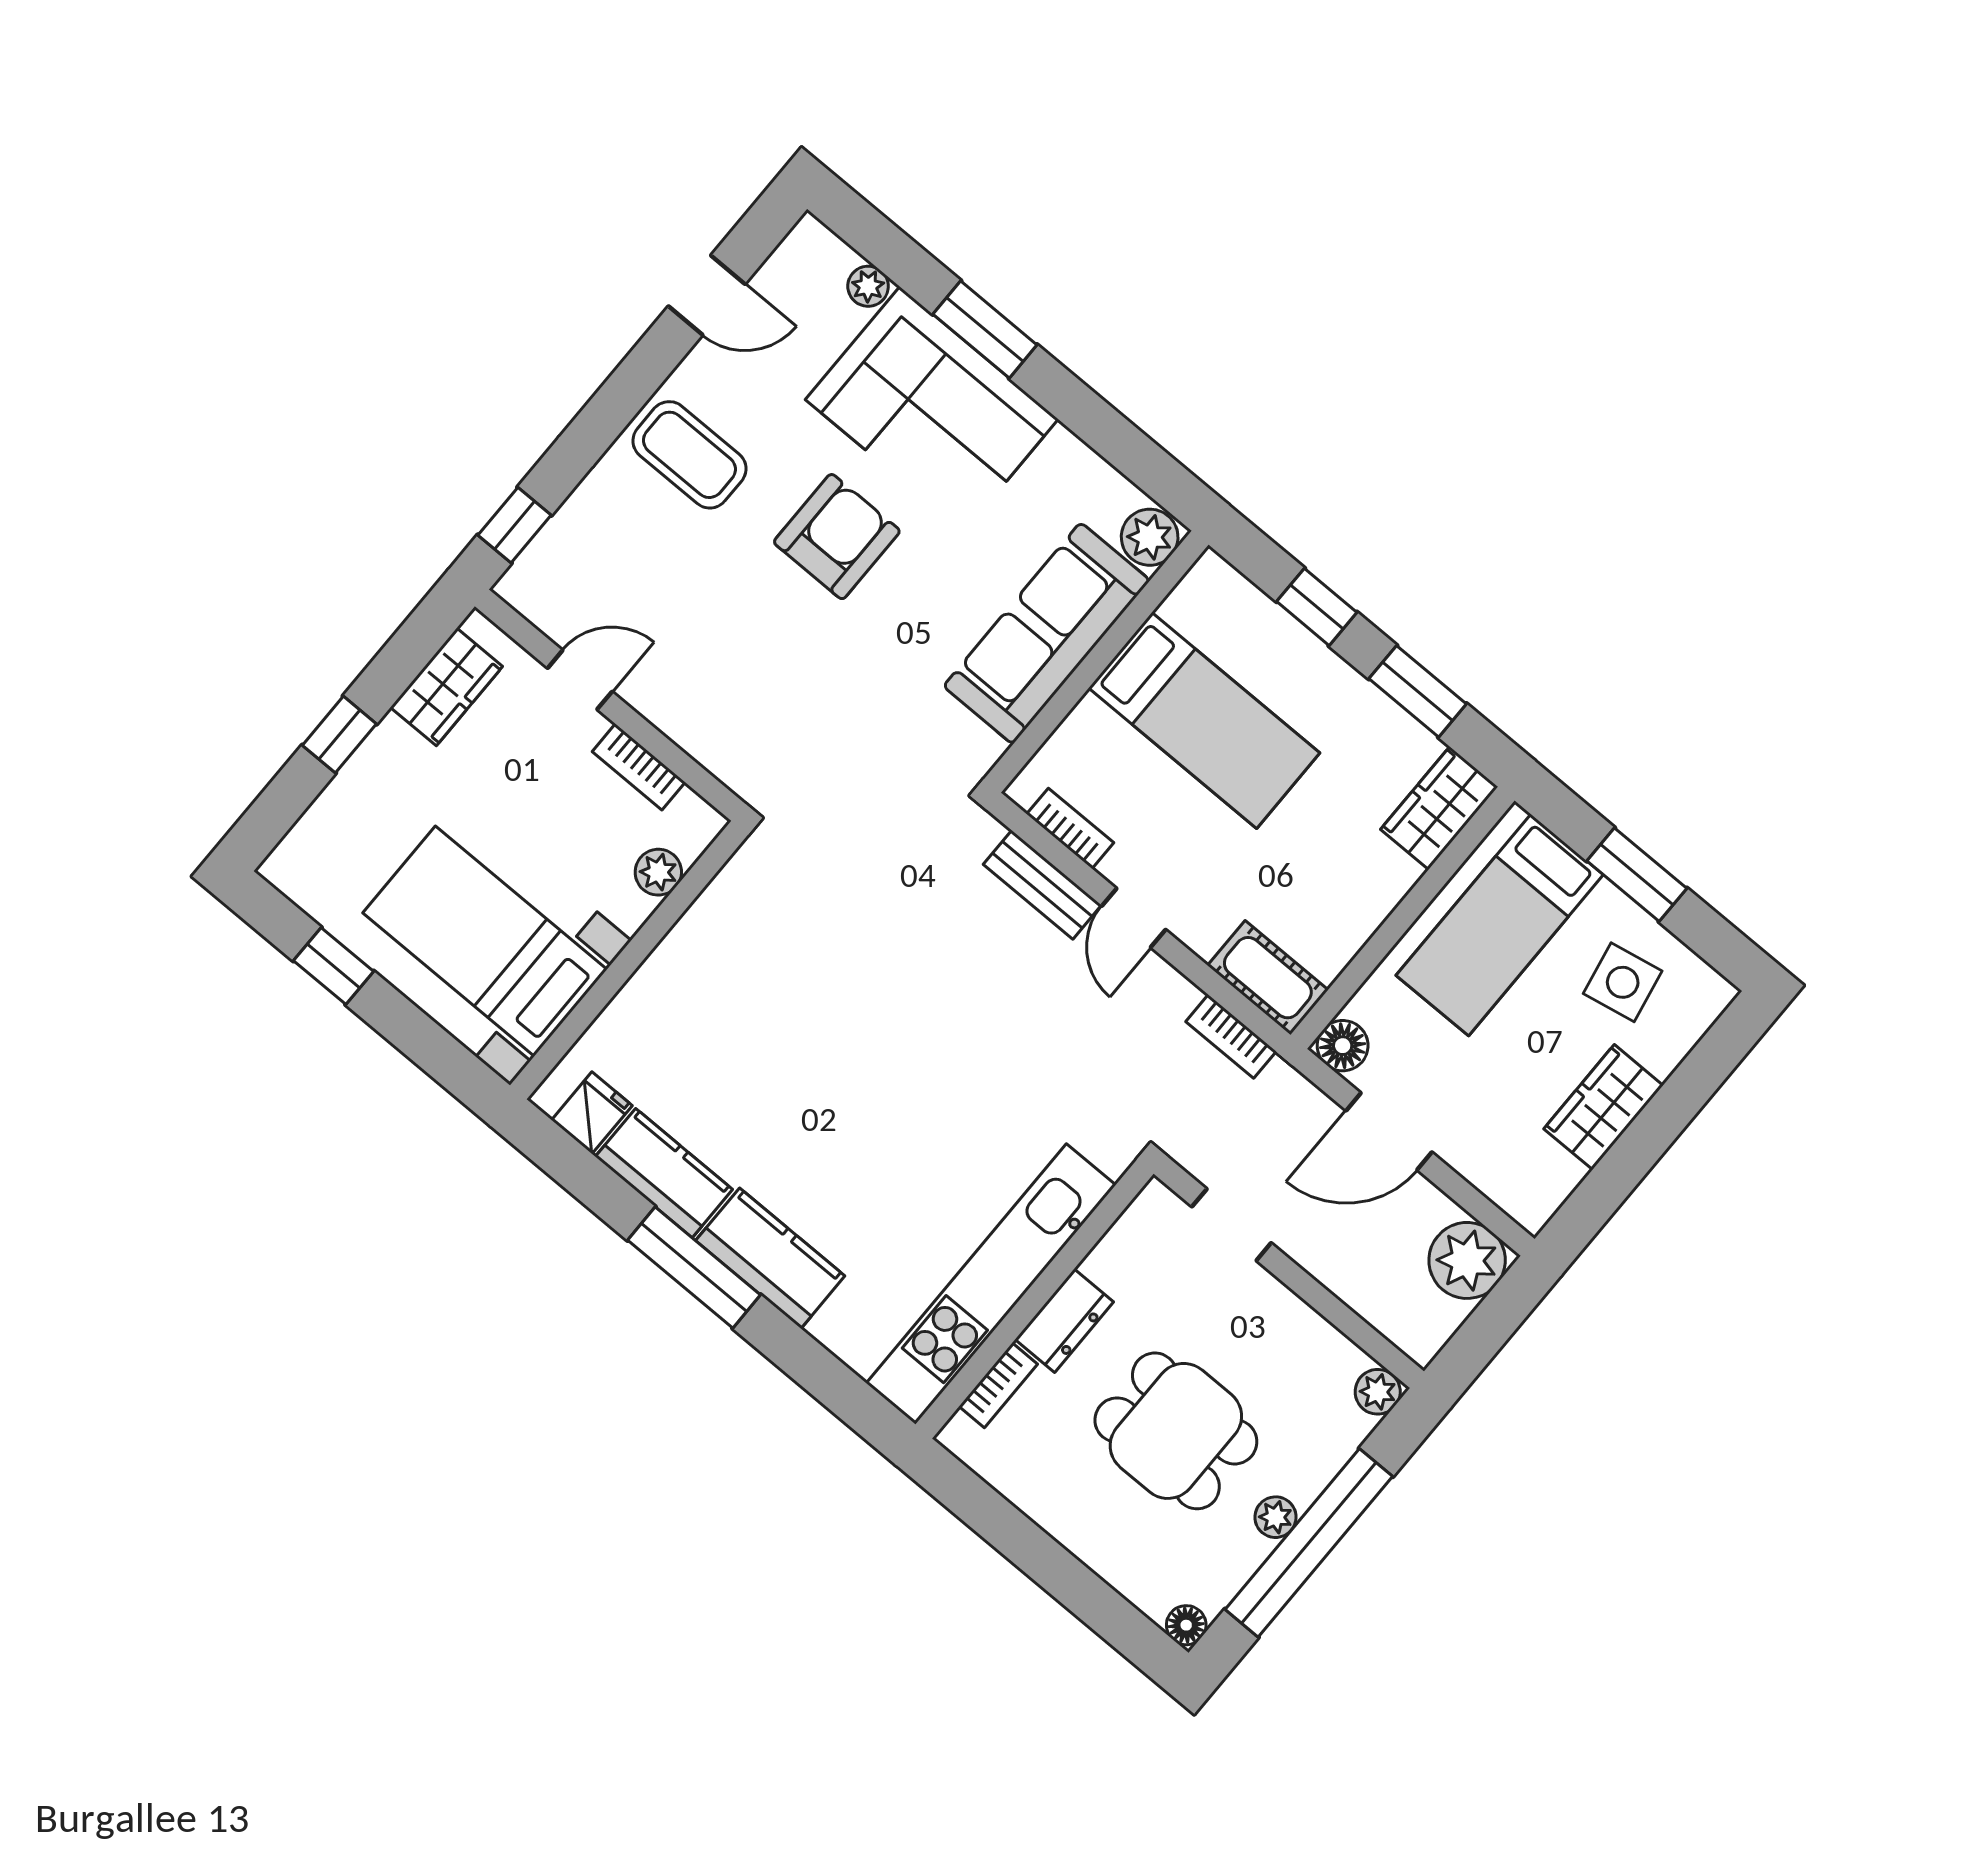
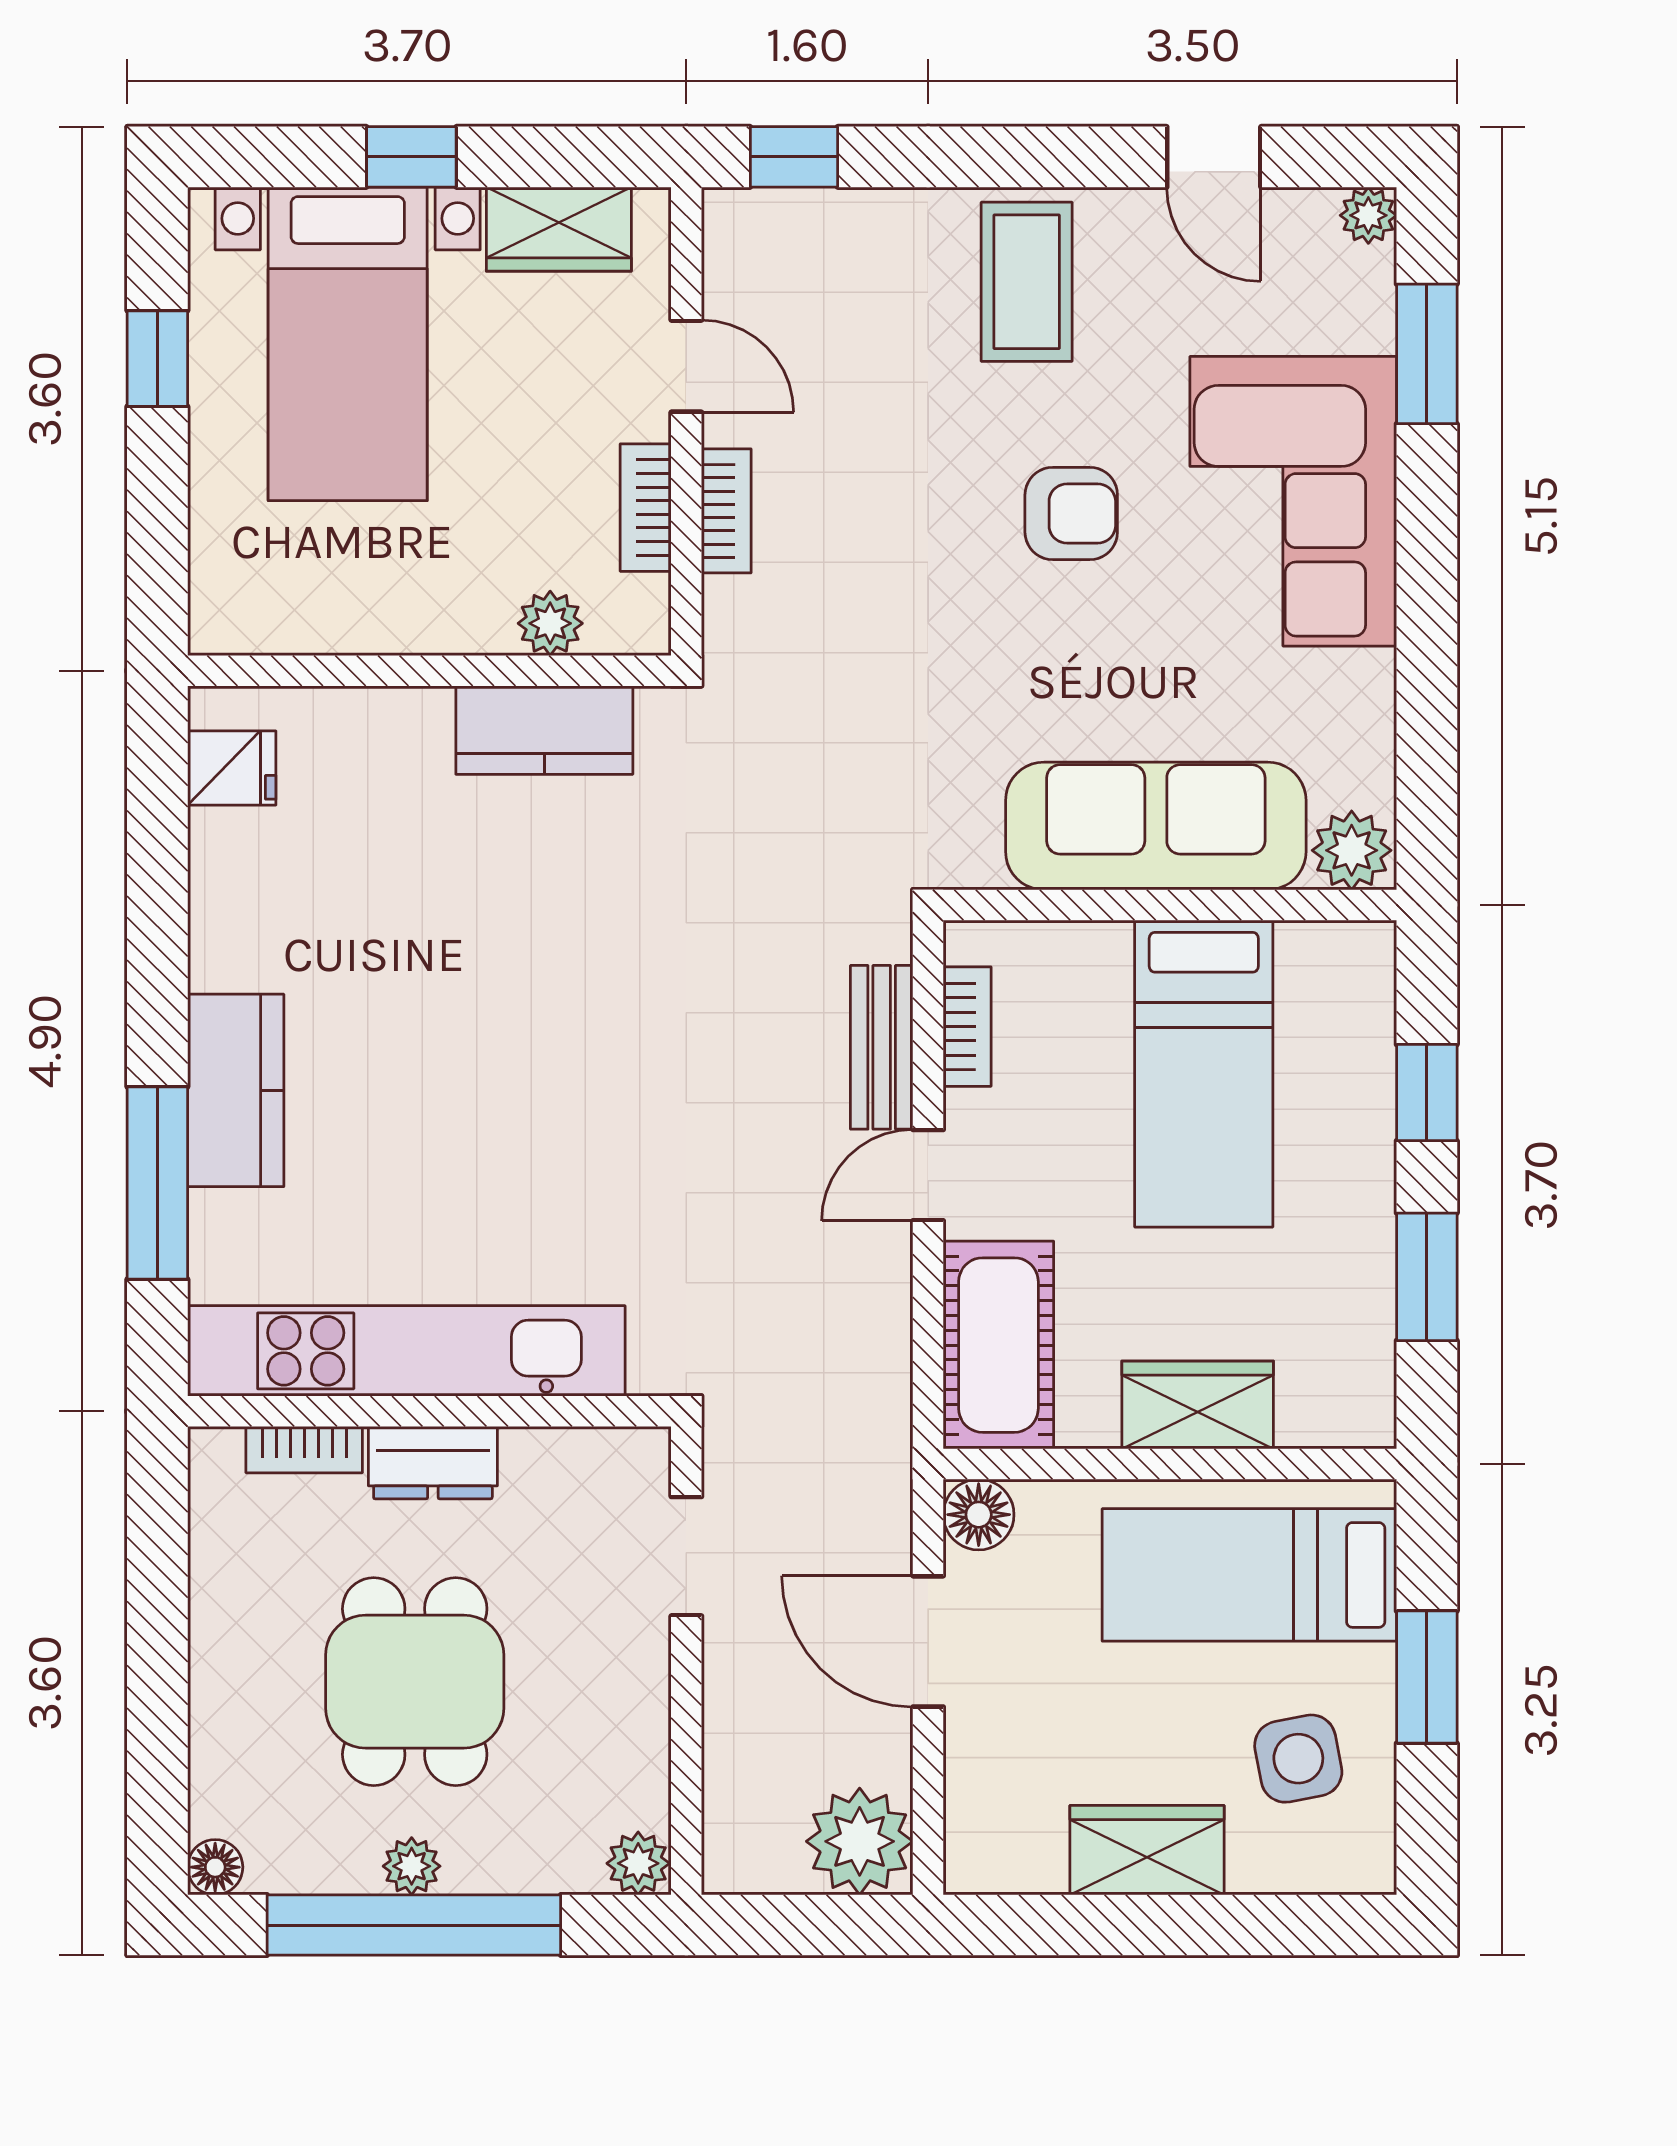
plant: (868, 286) -> (1368, 215), moved
window: (985, 329) -> (1427, 354), moved
armchair: (837, 537) -> (1071, 514), width x0.72, depth x0.72
wardrobe: (1439, 808) -> (1198, 1405), moved
bed with nightstands: (485, 941) -> (348, 344), moved, turned 180
cot: (1268, 978) -> (998, 1345), width x1.37, depth x1.34
bookcase: (1231, 1036) -> (726, 511), moved, turned 180
kitchen counter: (664, 1173) -> (544, 730), moved, turned 90
window: (694, 1267) -> (157, 1183), moved

